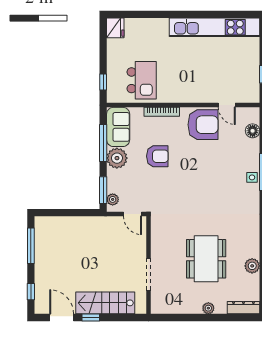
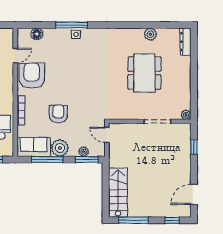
plant: (113, 199) -> (84, 152), moved
door: (133, 214) -> (107, 135), swing flipped
dining table: (206, 259) -> (144, 73), turned 90
stairs: (105, 303) -> (118, 193), moved, turned 180
plant: (208, 308) -> (186, 115), moved
window: (91, 317) -> (194, 147), moved

